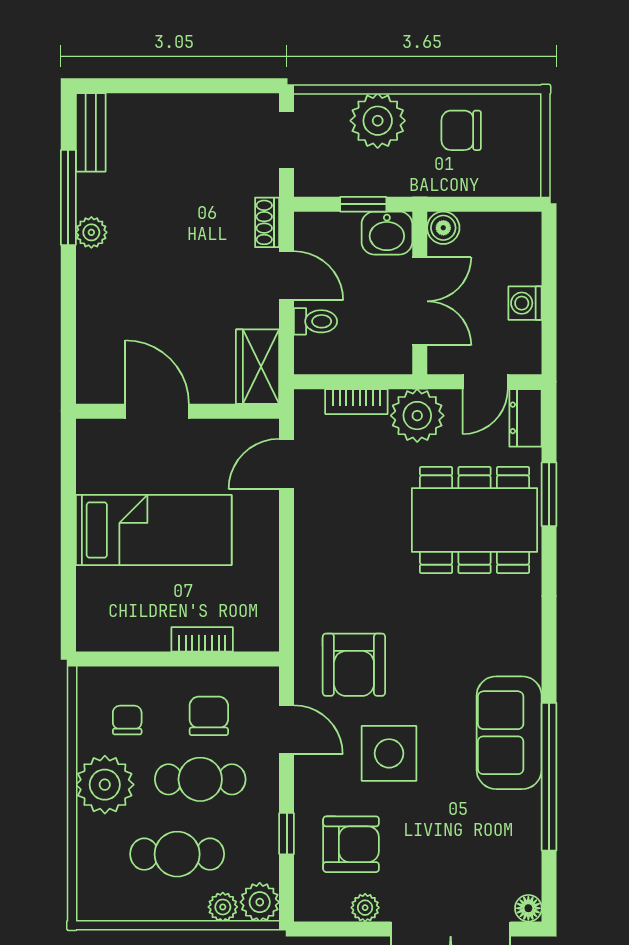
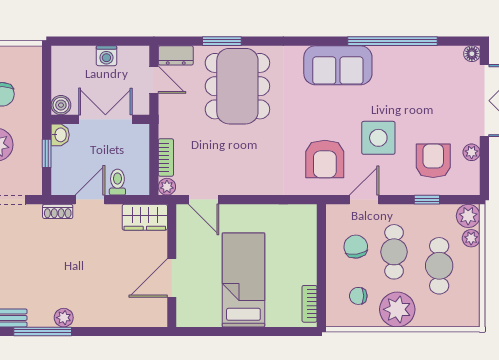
washbasin: (387, 233) -> (60, 135), width x0.72, depth x0.69
plant: (417, 416) -> (167, 187), moved, width x0.53, depth x0.53
bookcase: (202, 639) -> (309, 304), moved
armchair: (354, 665) -> (325, 159), turned 90
chair: (209, 716) -> (356, 247), turned 82
sofa: (509, 733) -> (338, 65), moved

